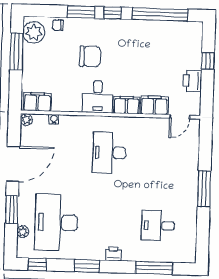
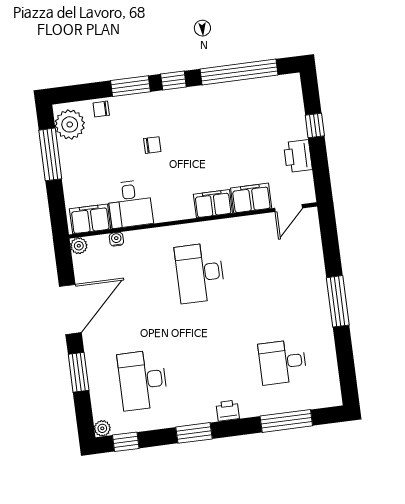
chair: (90, 56) -> (152, 145), width x0.54, depth x0.54
desk: (98, 97) -> (130, 204), moved
desk: (56, 222) -> (143, 380), width x0.73, depth x0.77
plant: (23, 232) -> (102, 428), moved

